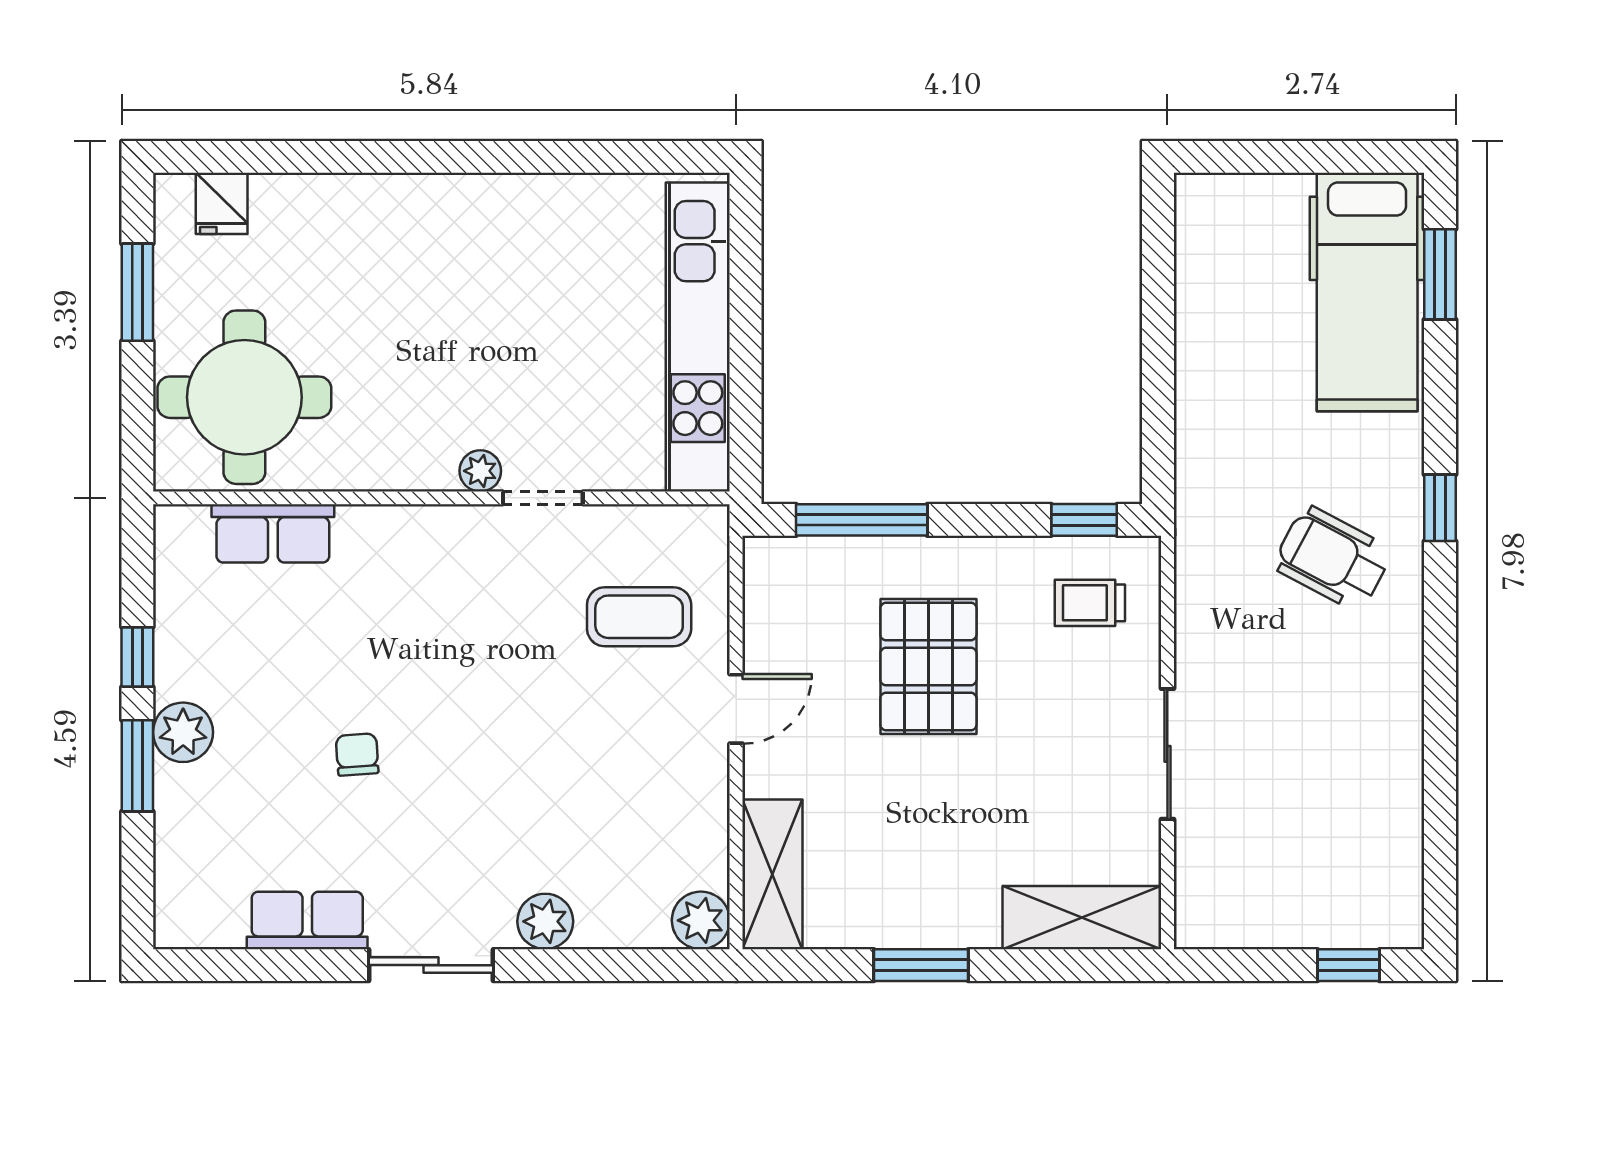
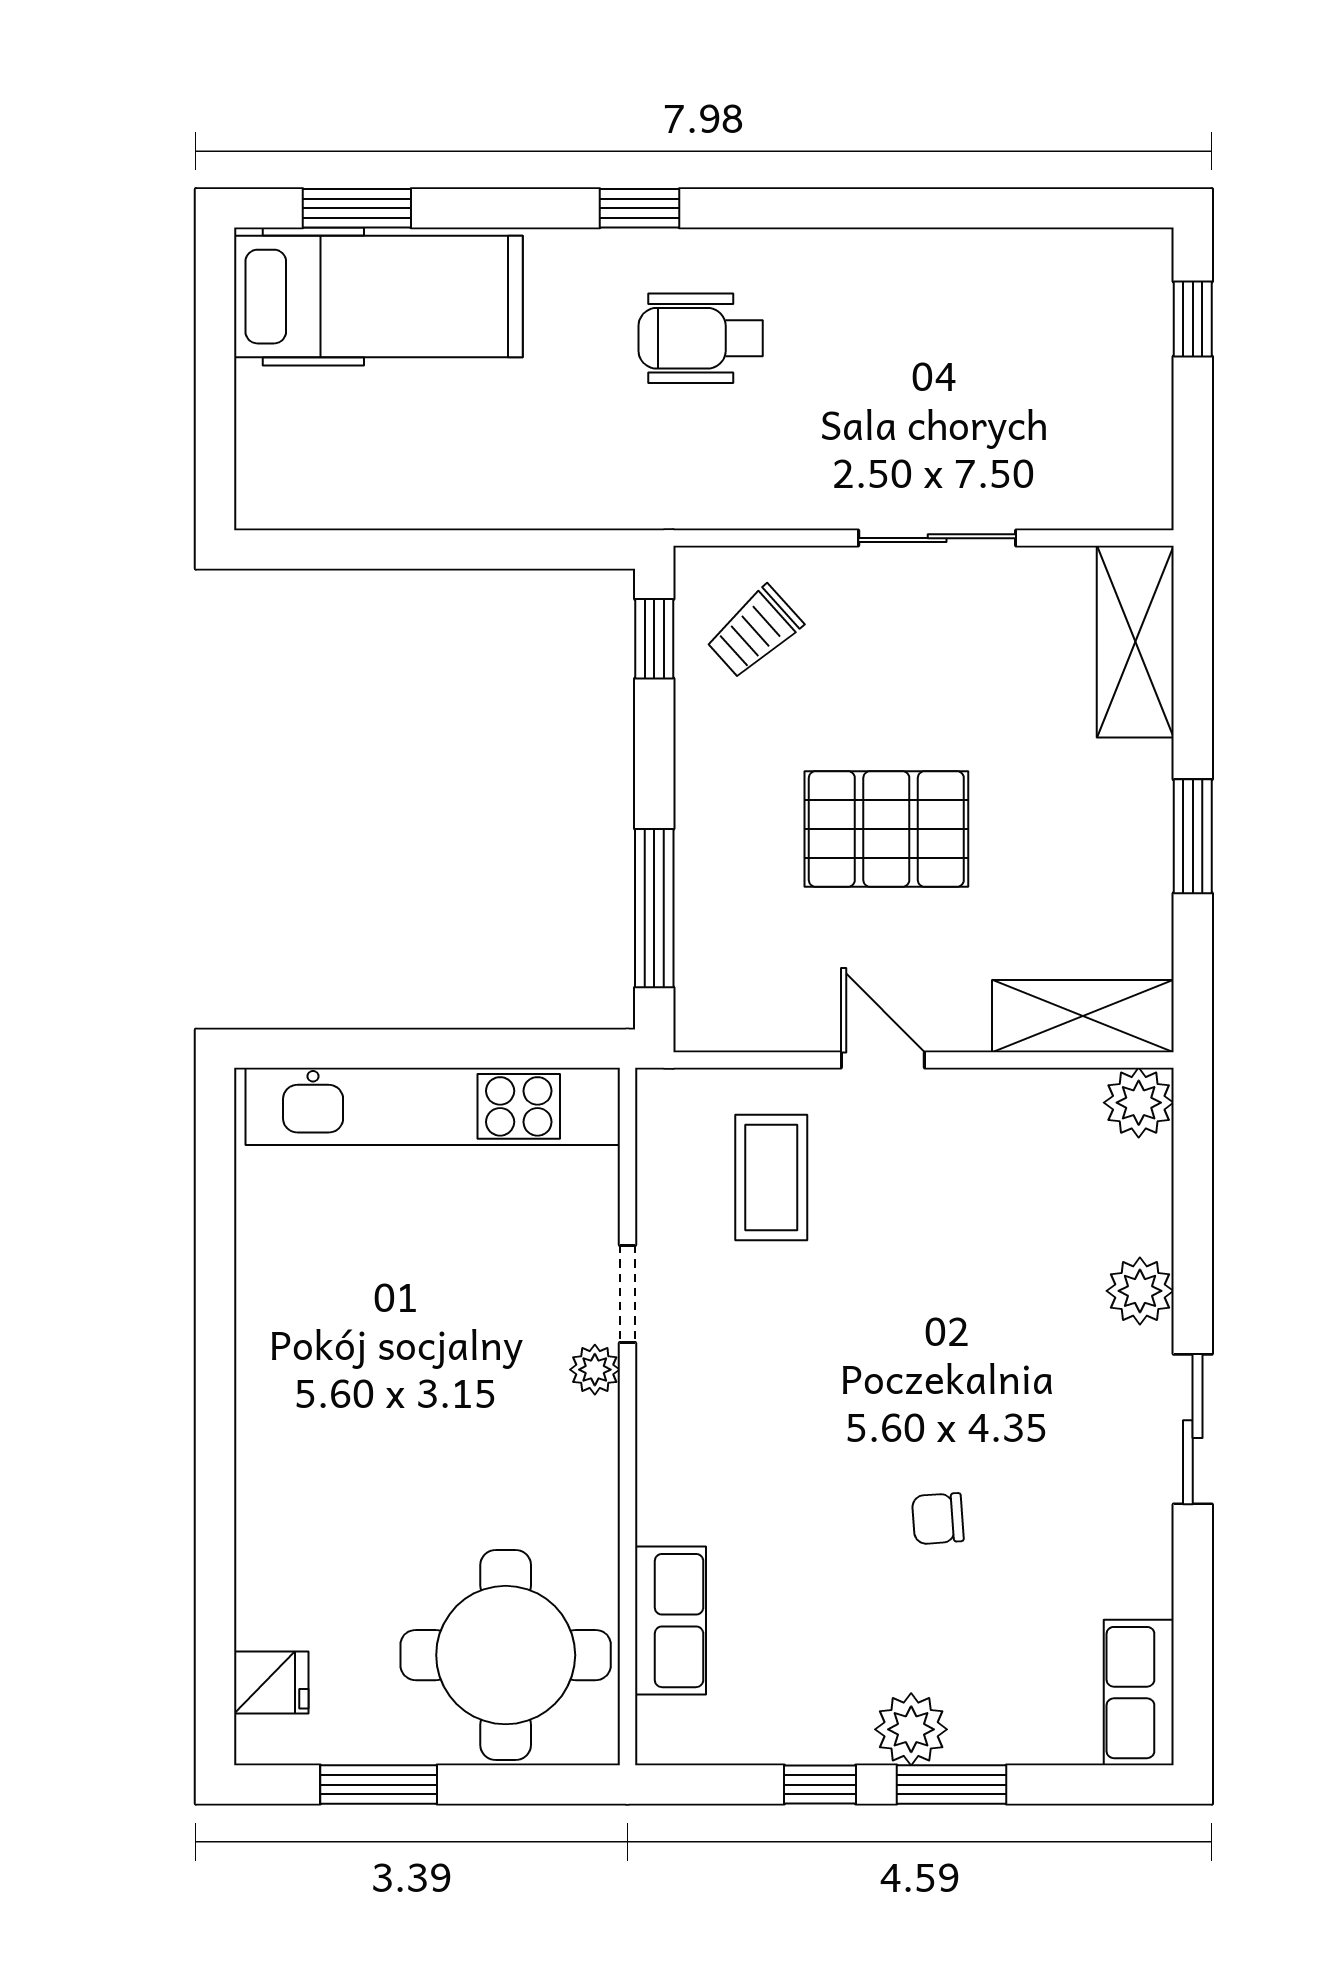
wheelchair: (1333, 558) -> (701, 338), turned 62
trolley: (1090, 603) -> (754, 632), turned 48
pallet: (928, 666) -> (886, 829), moved
row of seats: (307, 920) -> (1139, 1693), moved

